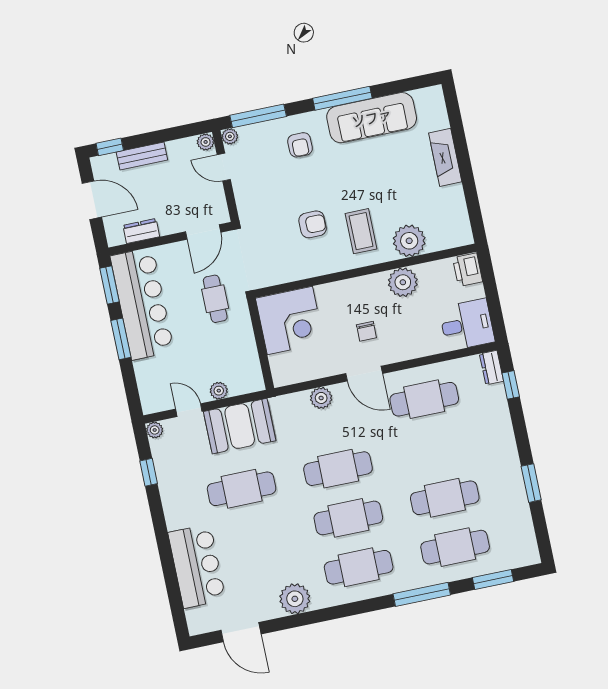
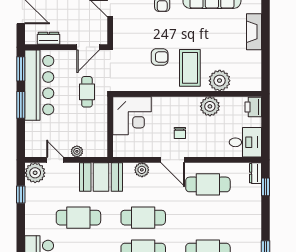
coffee table: (361, 231) -> (190, 68), width x1.36, depth x1.32
booth: (240, 426) -> (101, 177), moved
plant: (155, 430) -> (35, 173), width x1.87, depth x1.87

